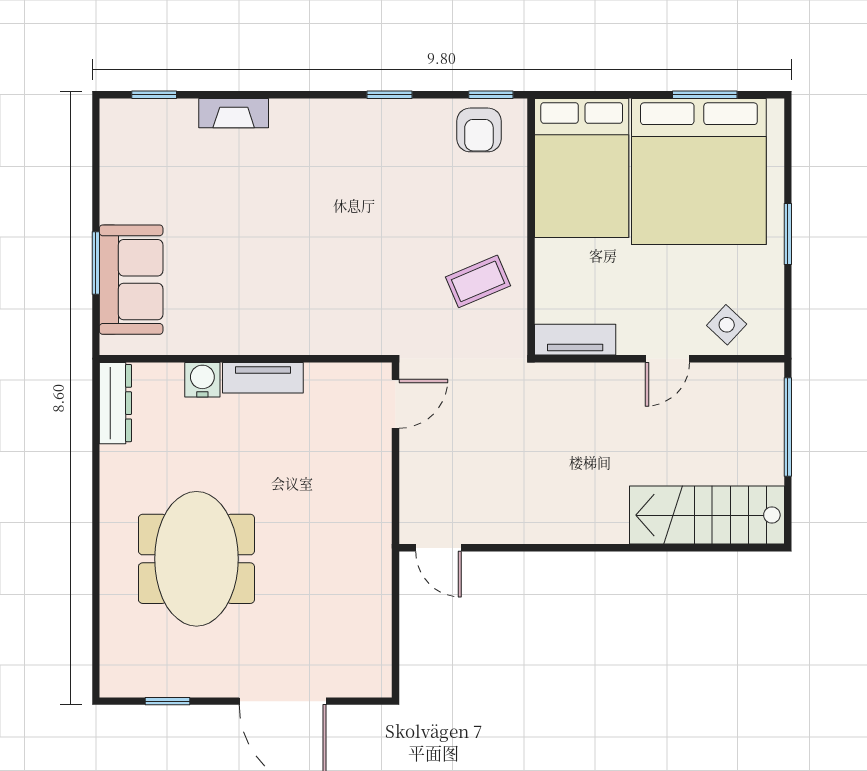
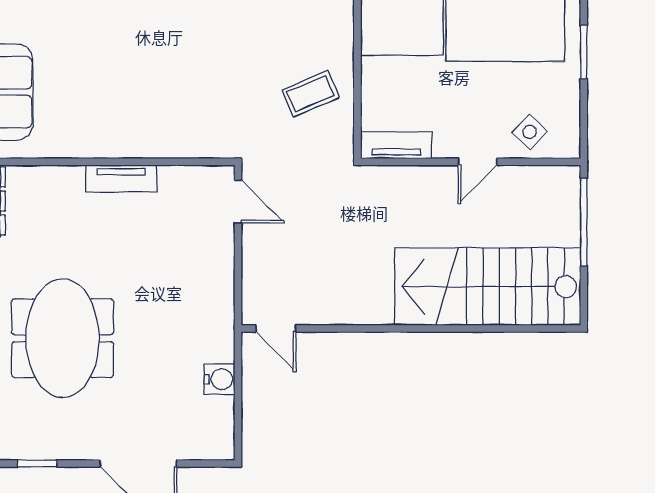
water cooler: (202, 380) -> (219, 379), moved, turned 90
door: (396, 404) -> (238, 201), hinge flipped
stairs: (707, 515) -> (488, 287), width x1.36, depth x1.51

